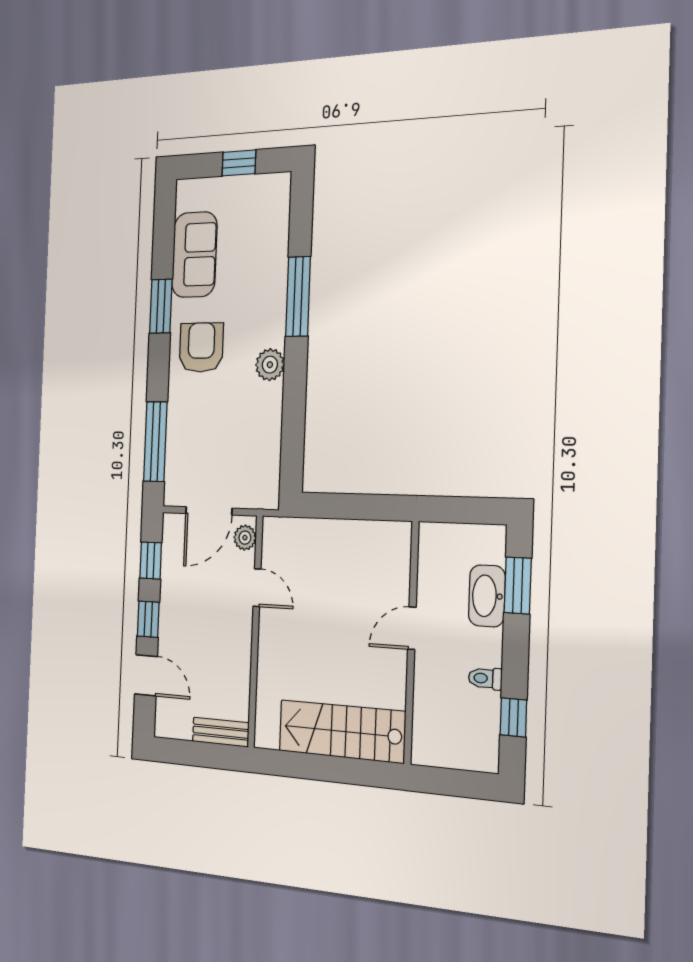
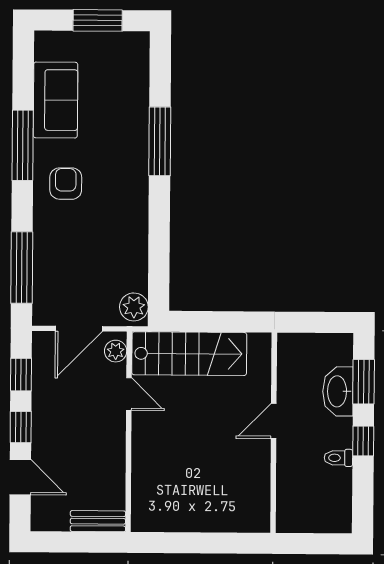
window: (239, 163) -> (98, 20), width x1.50
window: (161, 306) -> (23, 145), width x1.44
armchair: (201, 347) -> (66, 184), width x0.72, depth x0.72
plant: (270, 365) -> (134, 307), moved
window: (513, 717) -> (363, 441), moved
stairs: (342, 731) -> (189, 354), moved, turned 180

